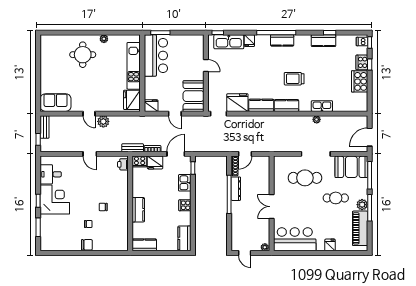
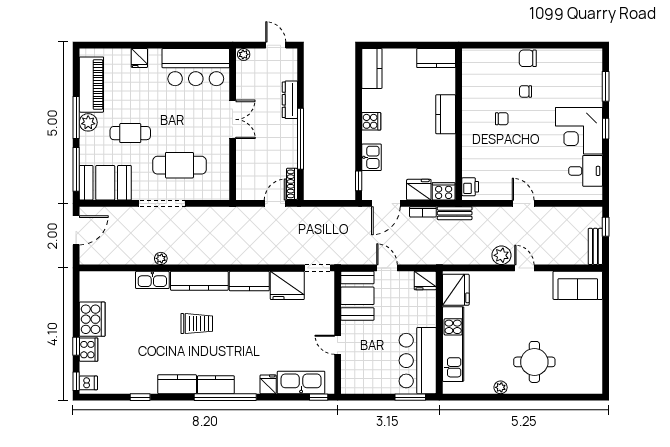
kitchen counter: (324, 41) -> (177, 384), moved
kitchen counter: (286, 105) -> (199, 281), width x1.50
dresser: (236, 189) -> (290, 100), moved

